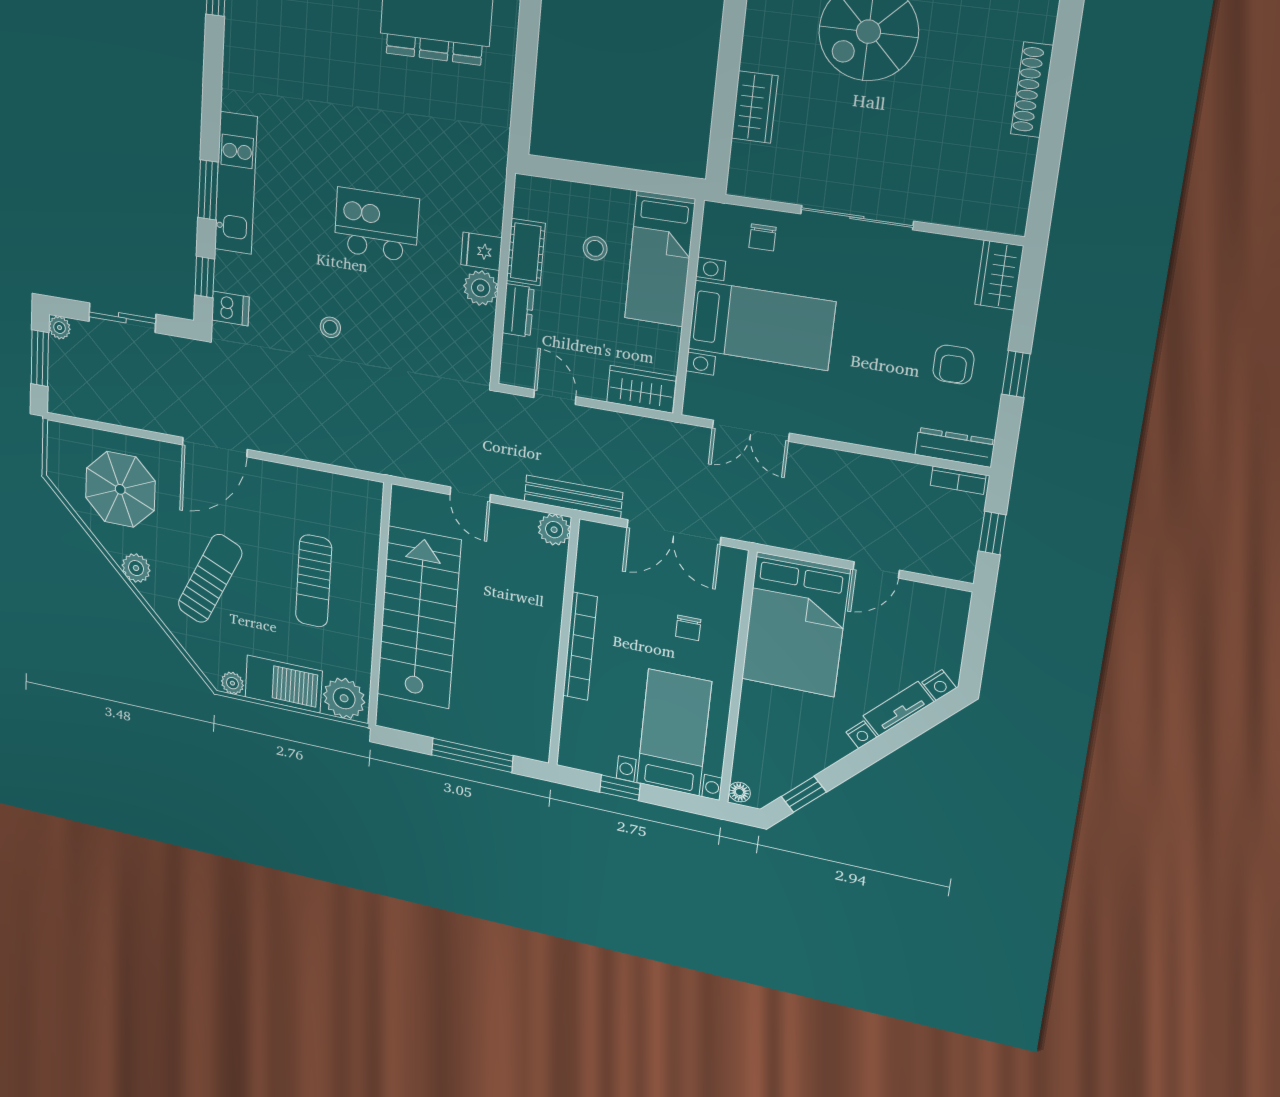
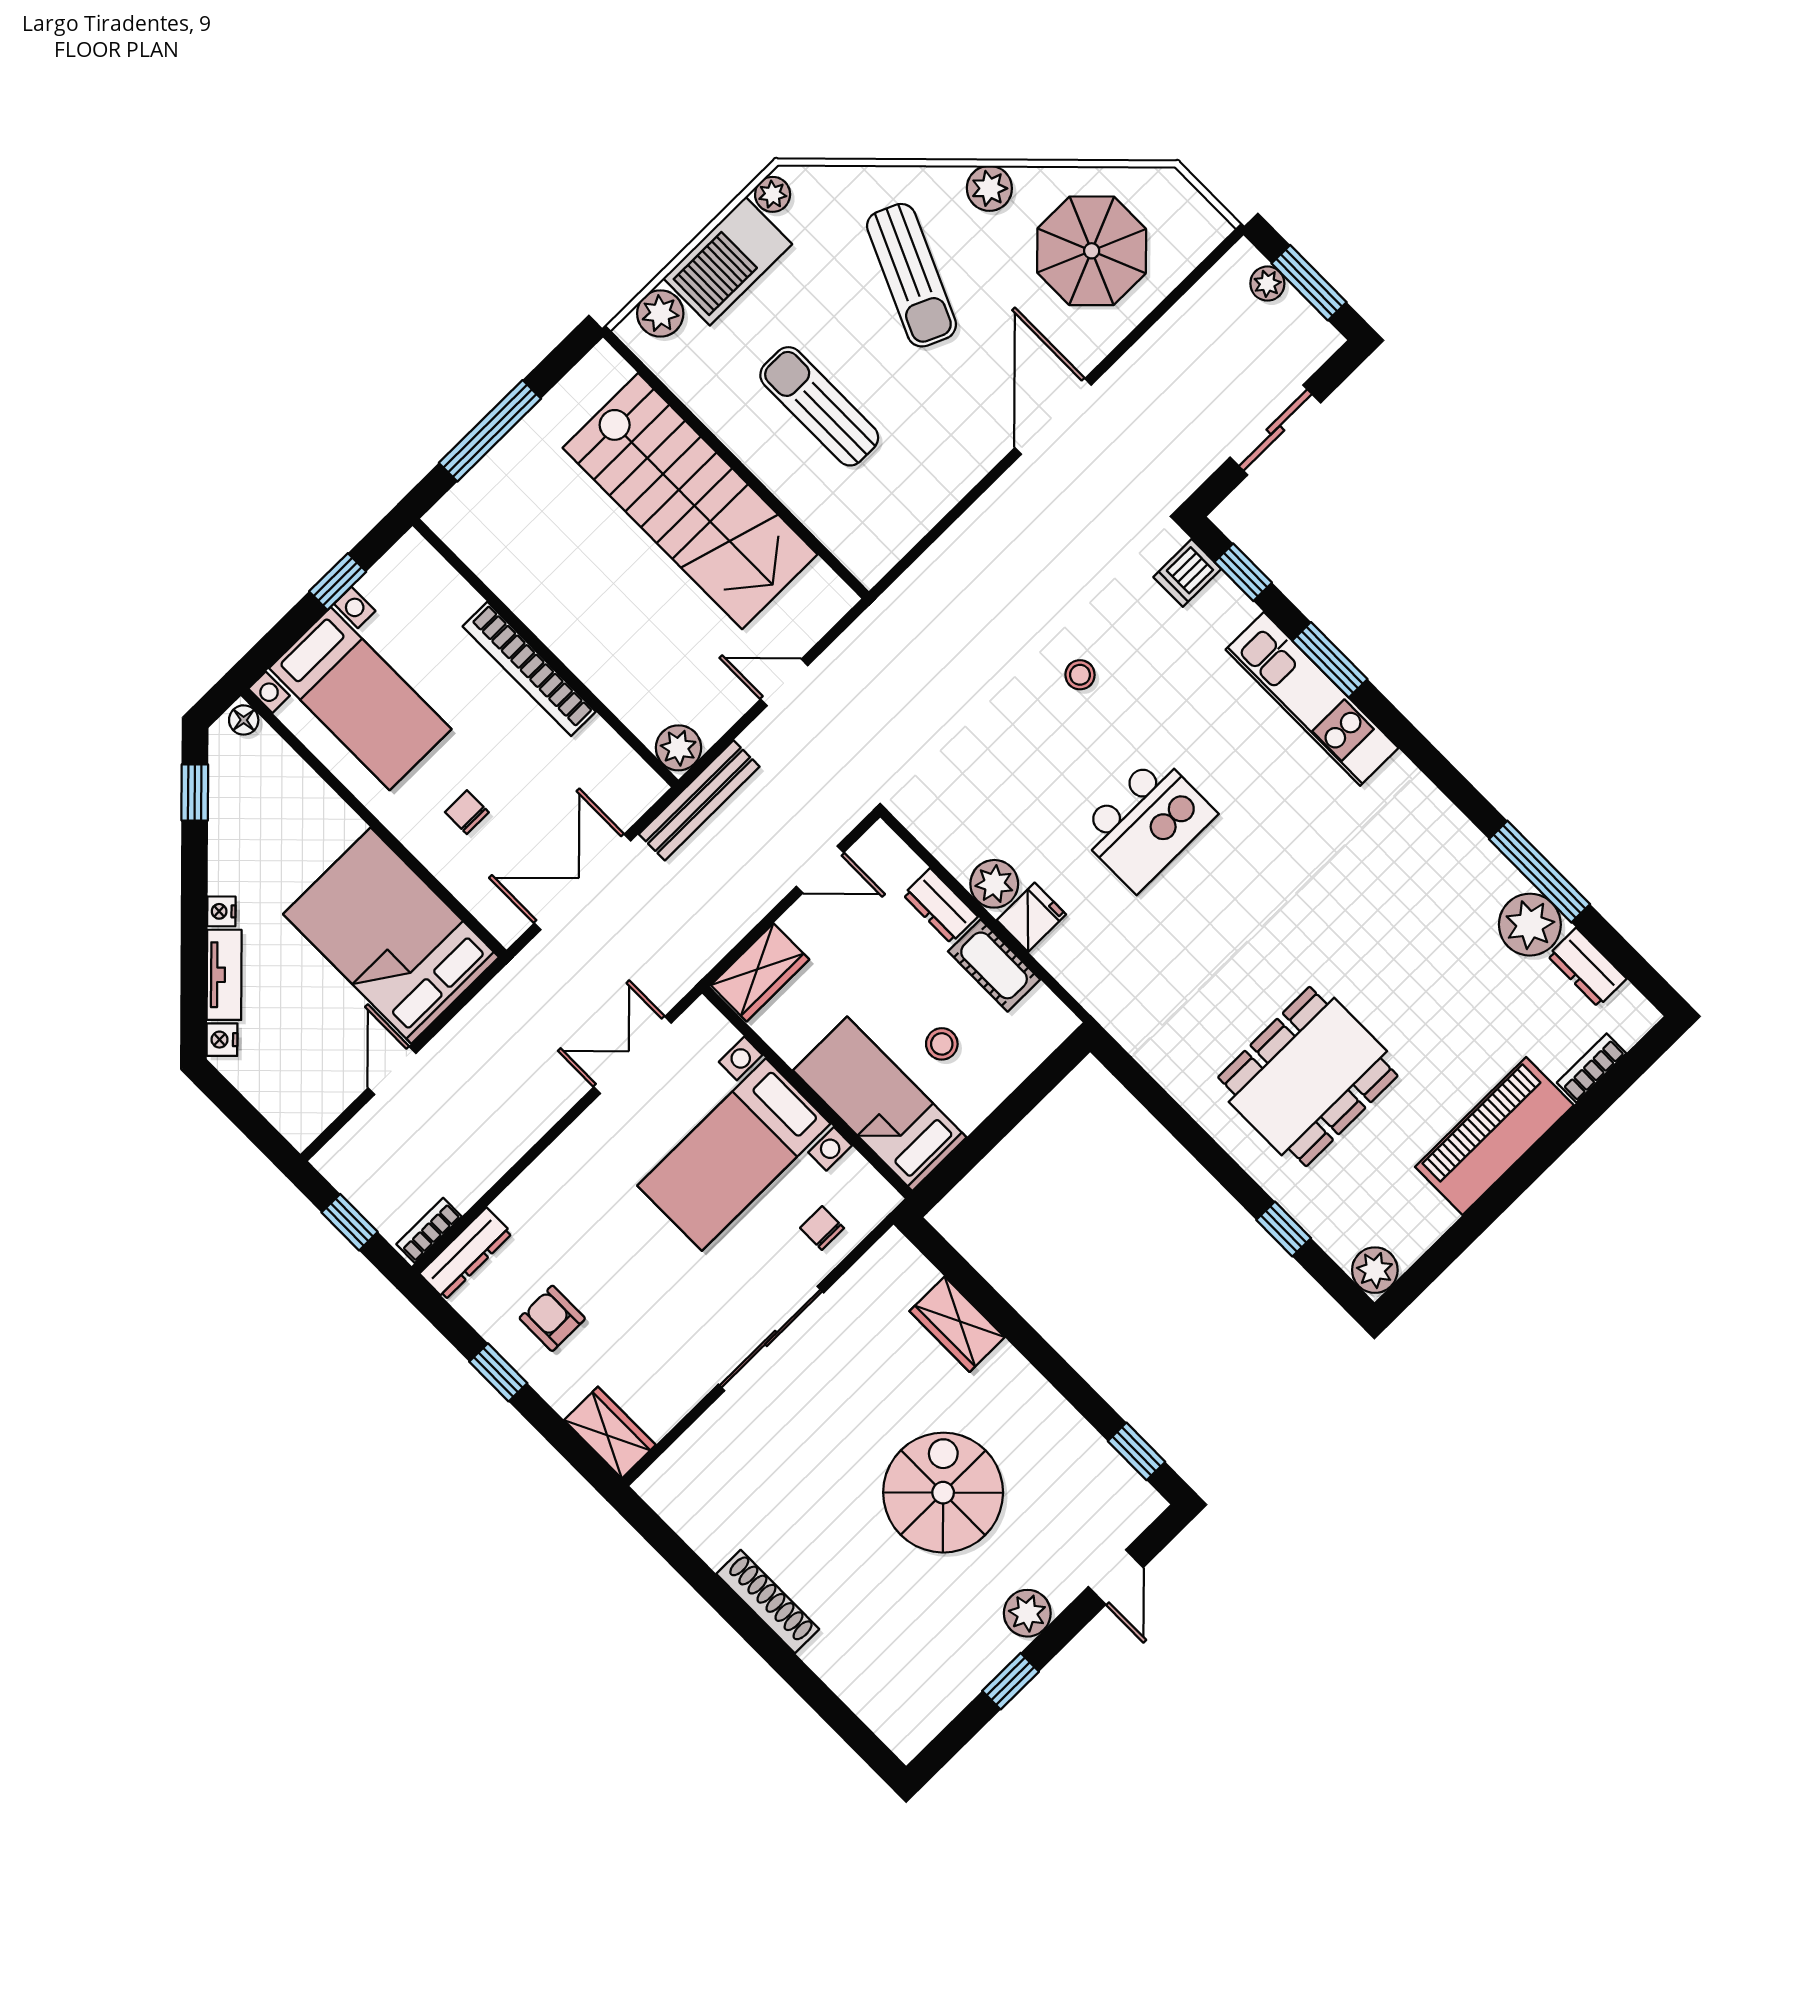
plant: (59, 328) -> (1267, 284), moved
plant: (344, 698) -> (660, 313), width x0.73, depth x0.73

